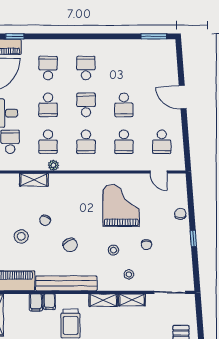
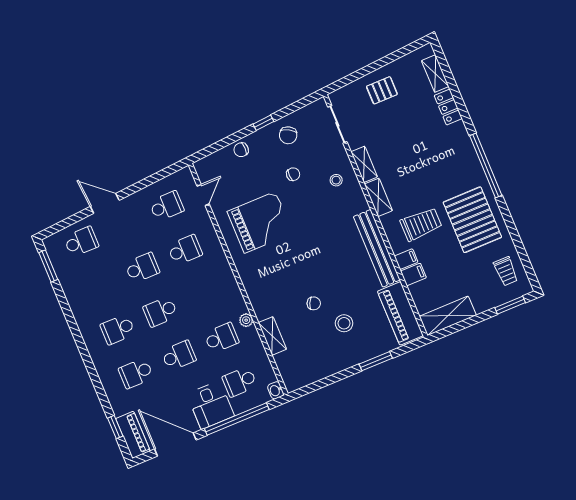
door: (183, 97) -> (105, 203), swing flipped
school desk: (86, 142) -> (81, 242), moved
grand piano: (121, 206) -> (260, 222), turned 180
chair: (70, 245) -> (288, 135), moved, turned 149
stool: (113, 250) -> (315, 210), removed

